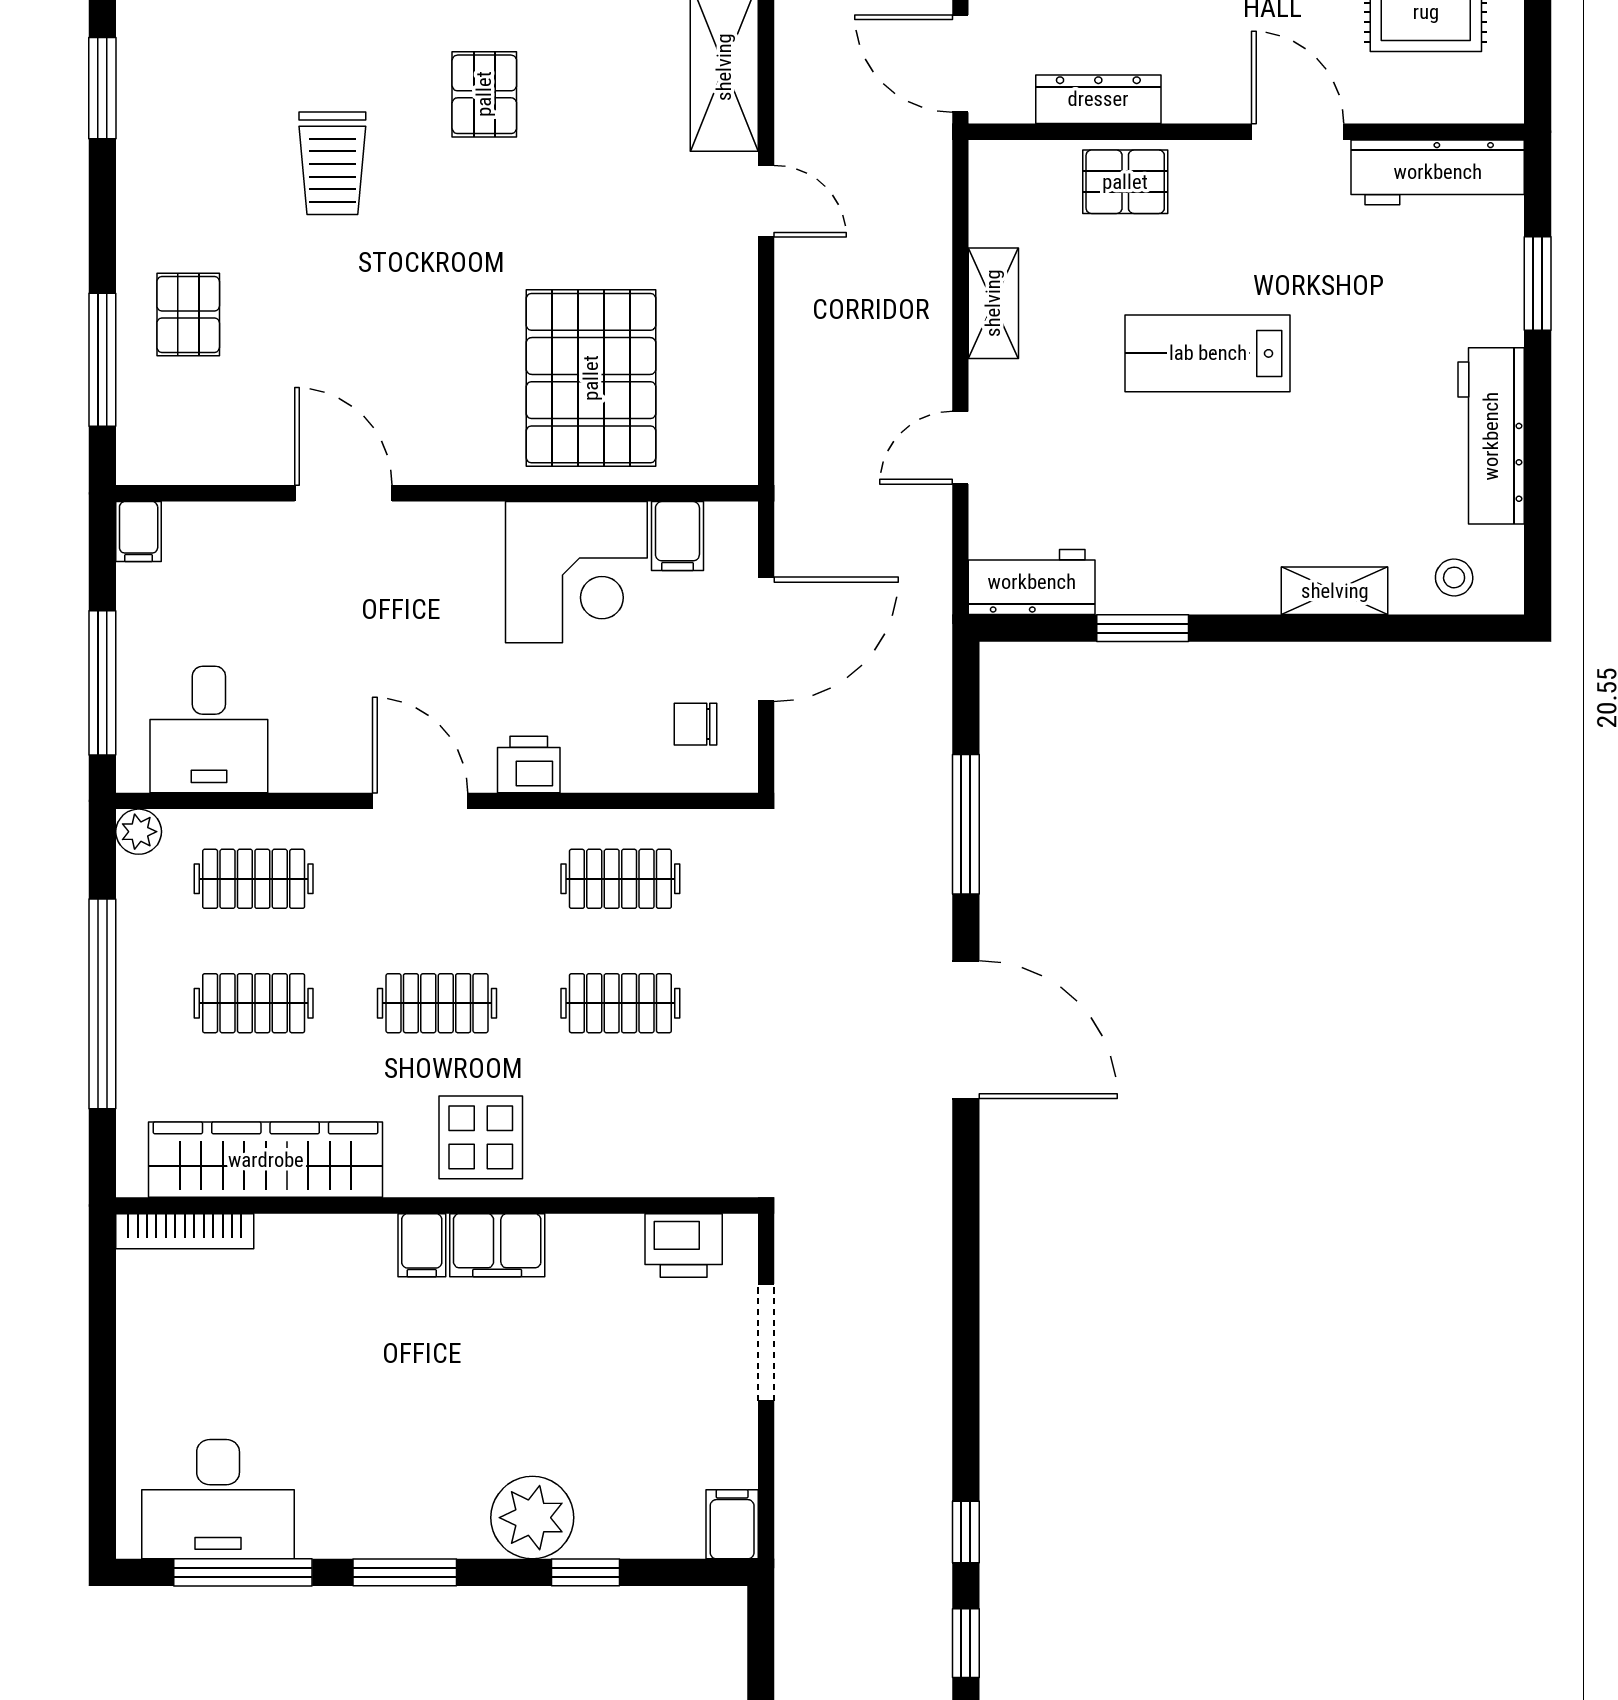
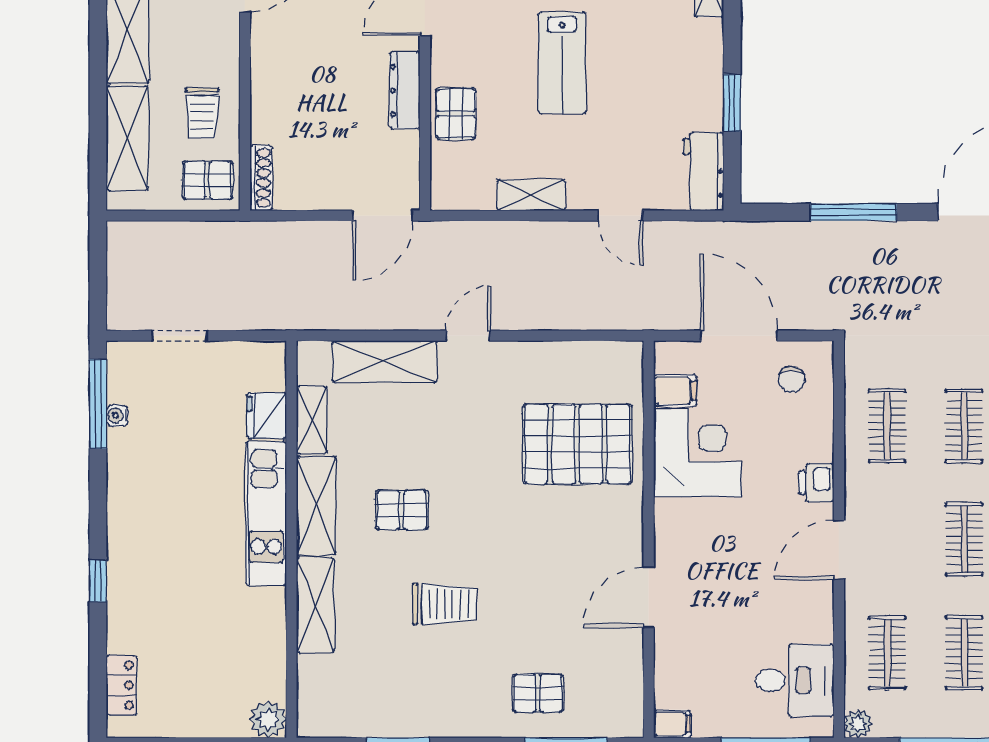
dresser: (1098, 99) -> (405, 90), moved

